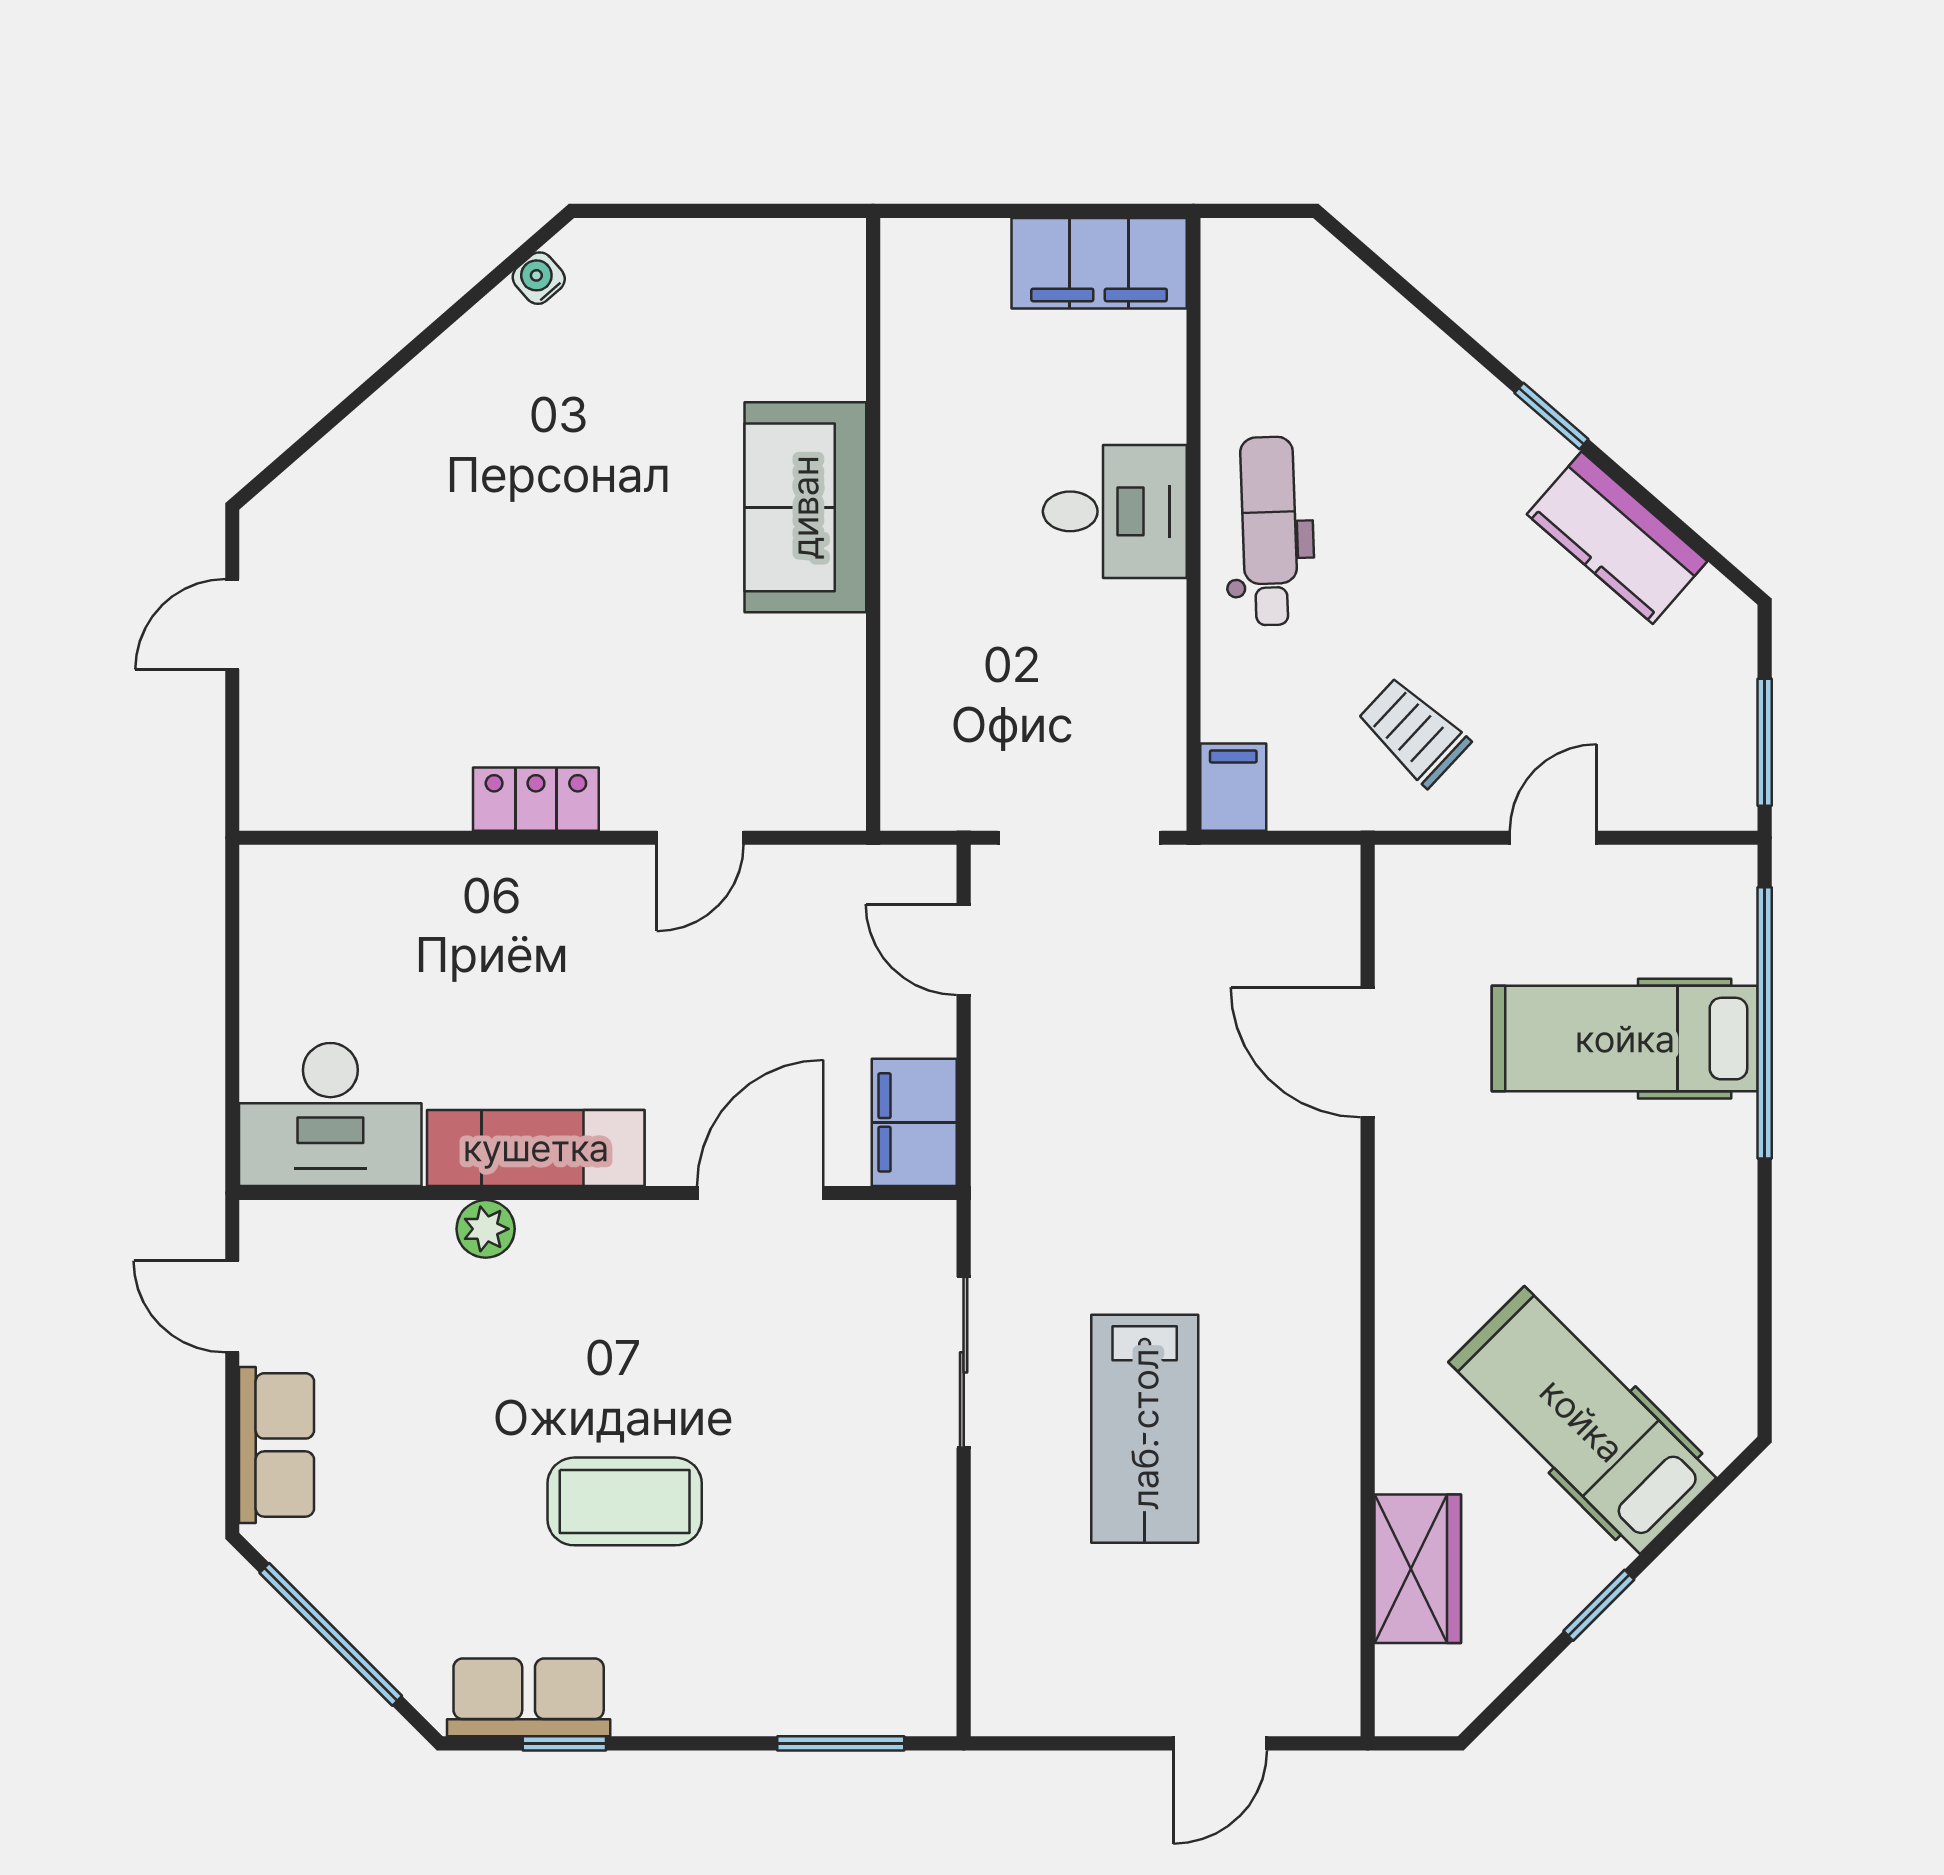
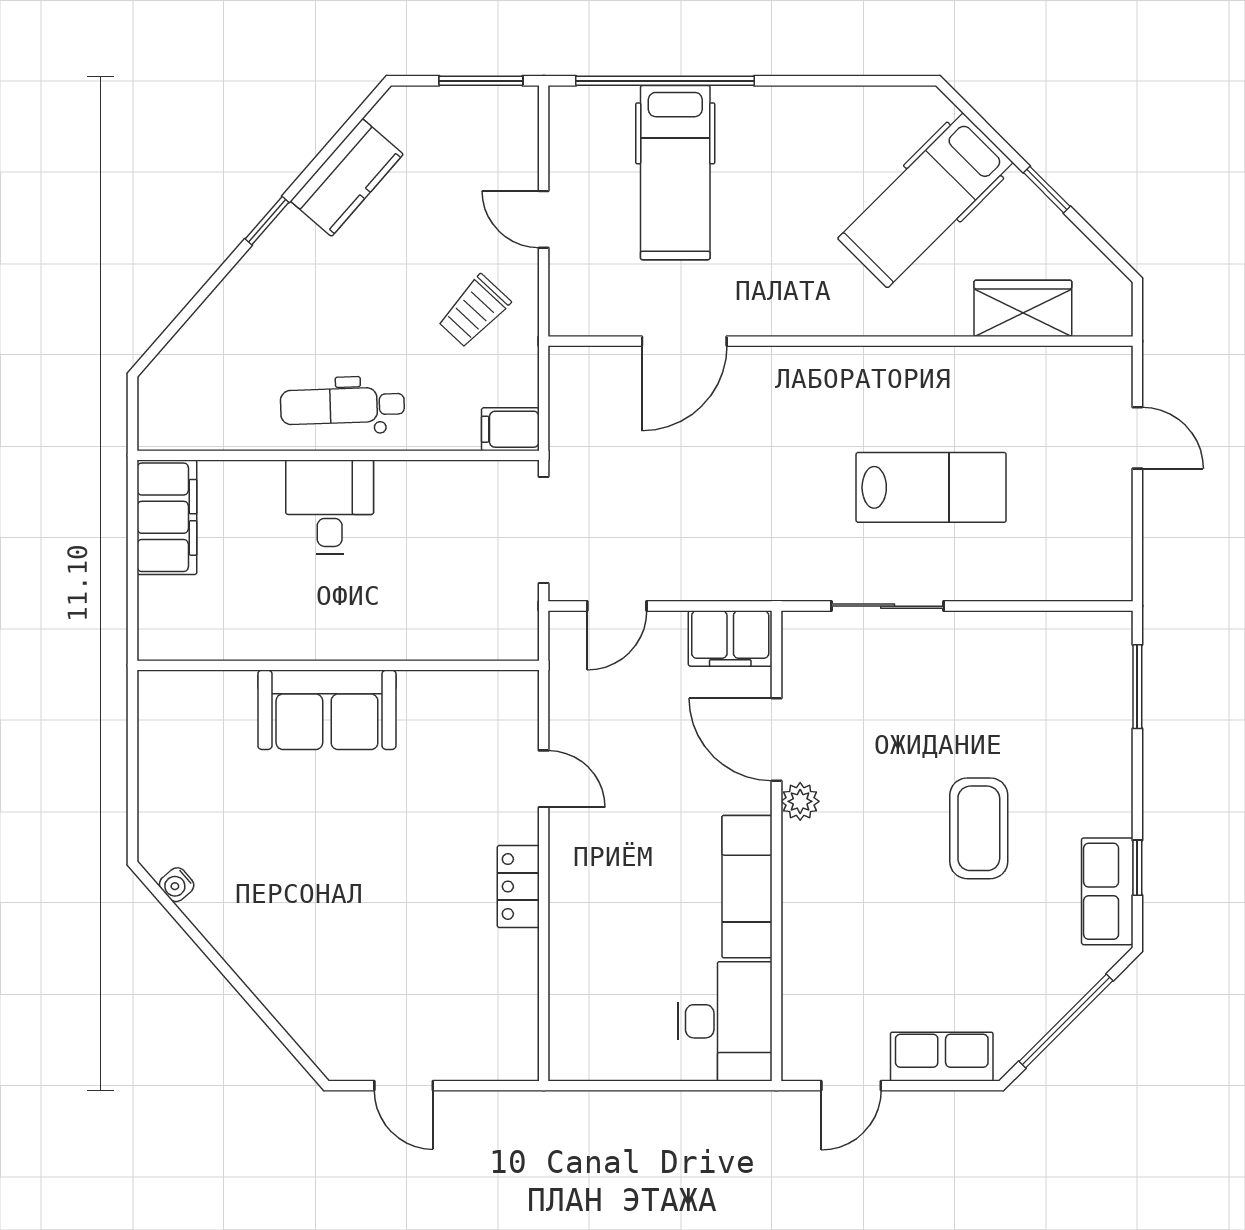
plant: (486, 1229) -> (800, 801), moved

